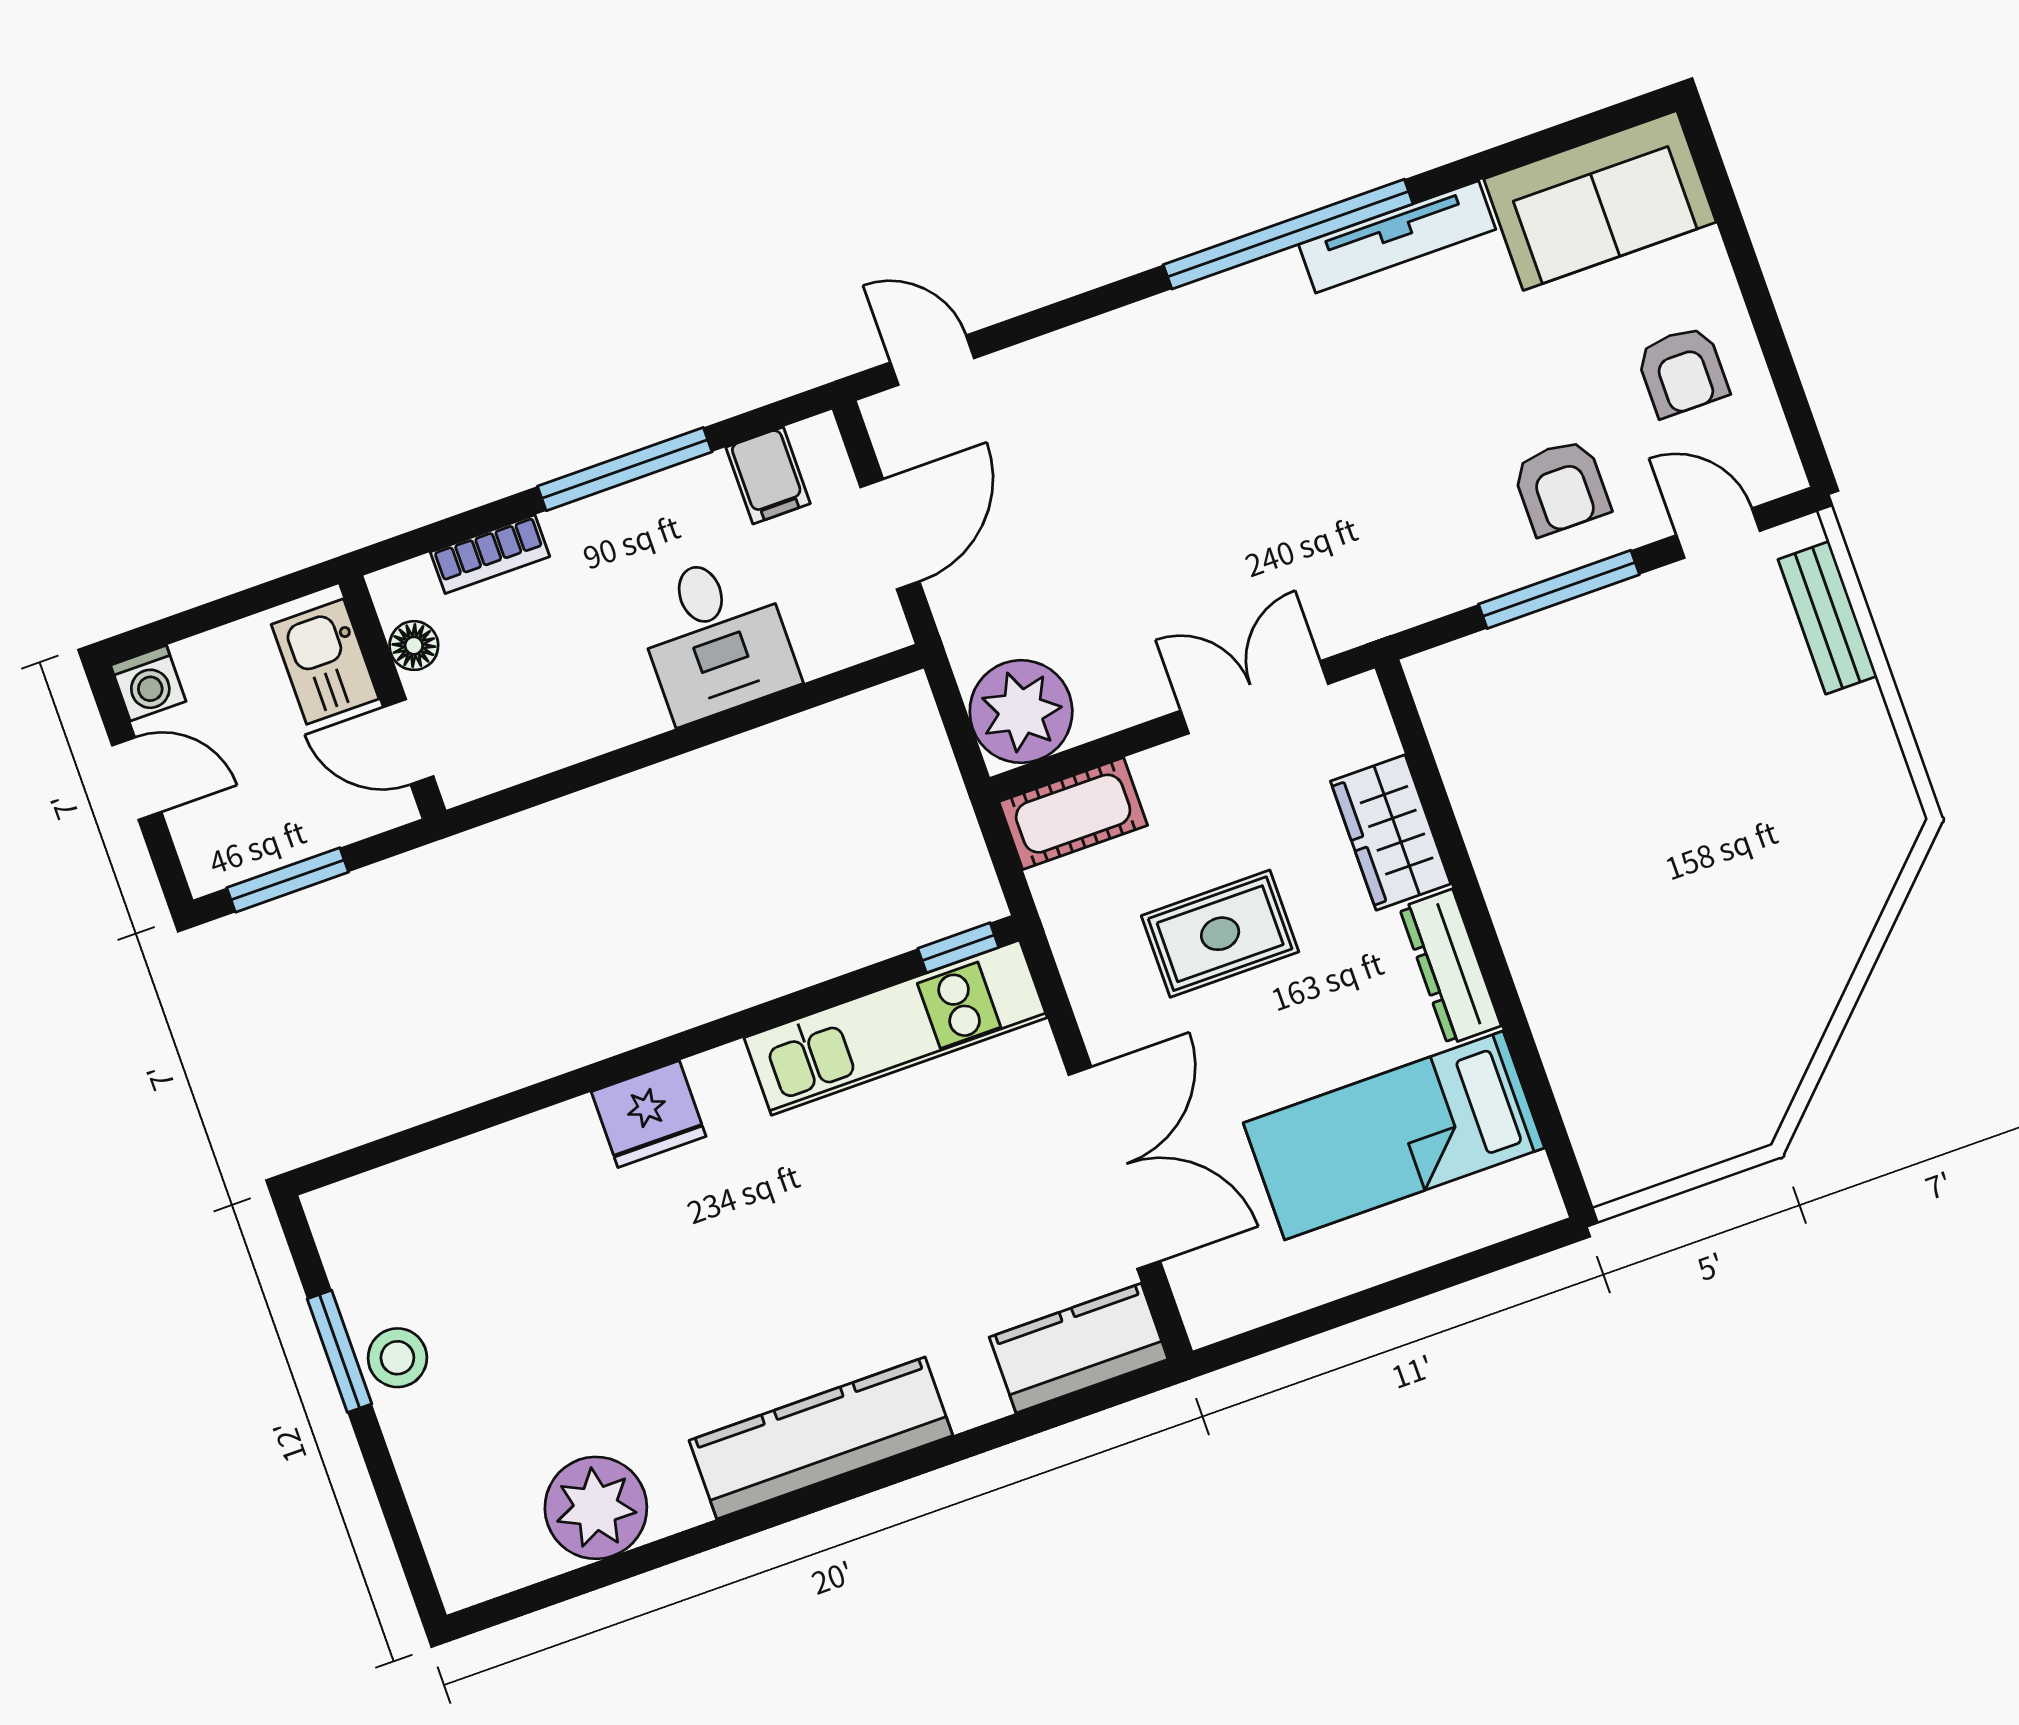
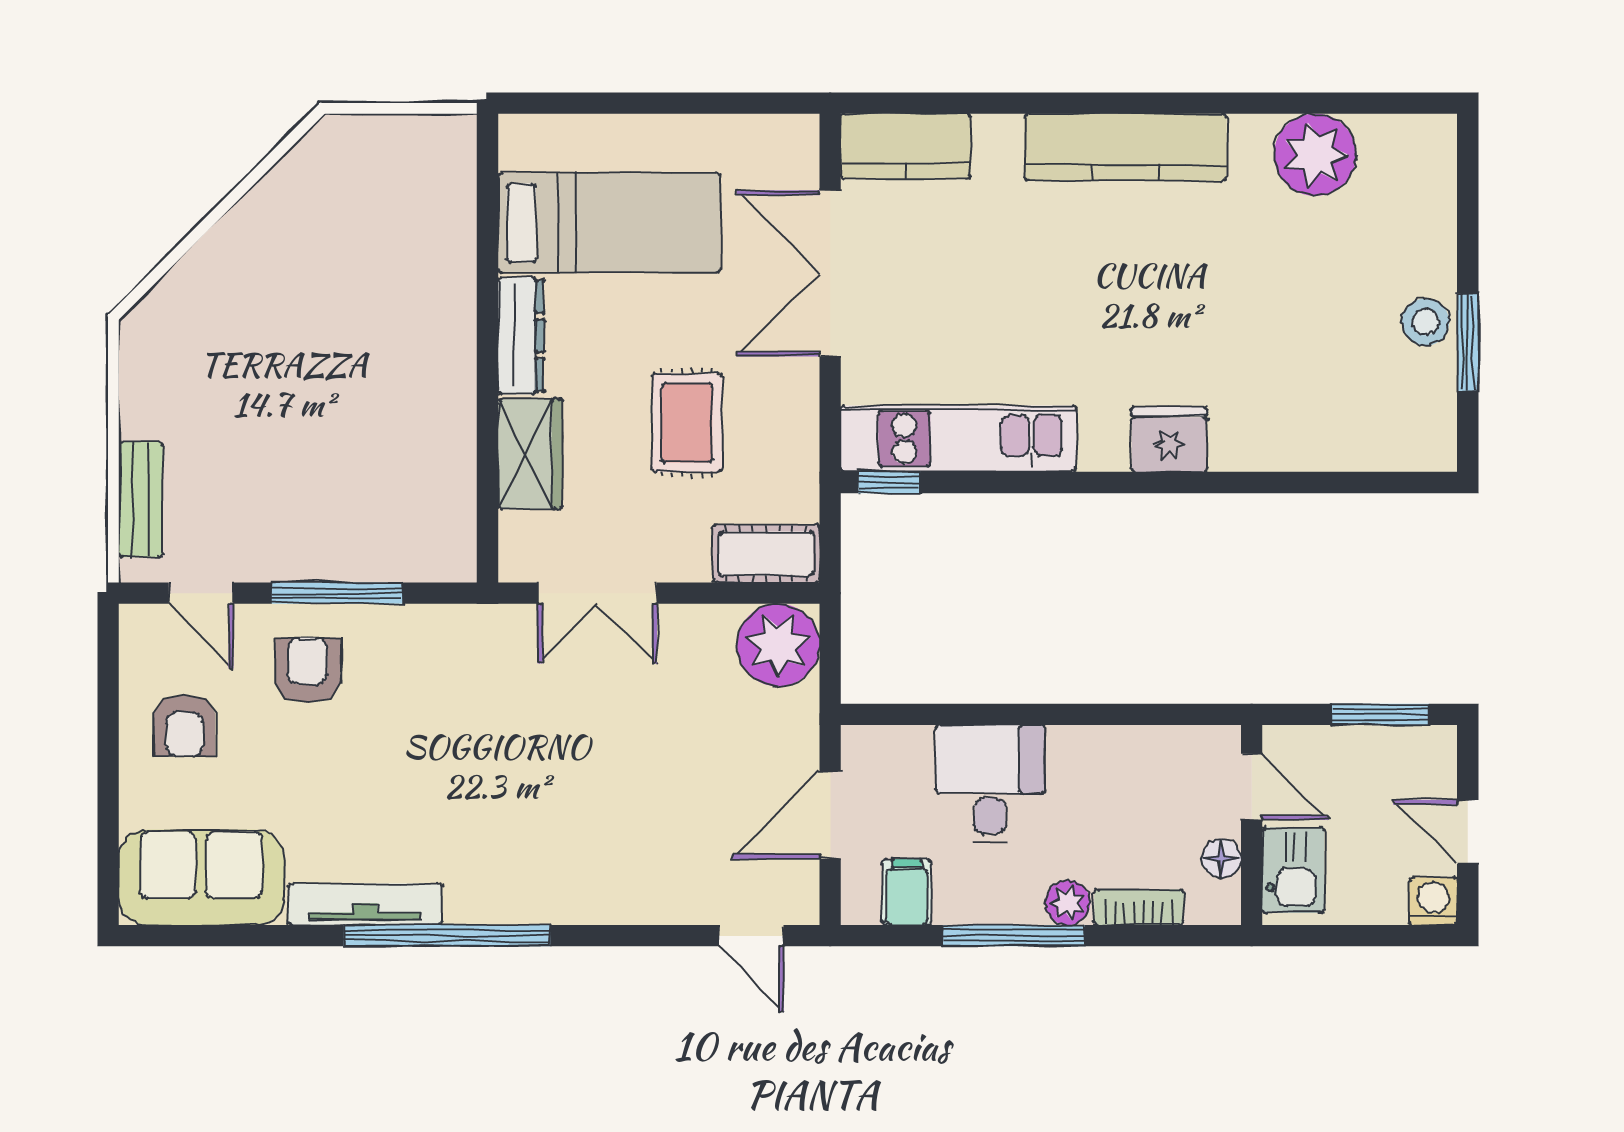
armchair: (1682, 371) -> (185, 726), turned 180
plant: (575, 530) -> (1068, 903), added
rug: (1220, 934) -> (687, 423), turned 90

